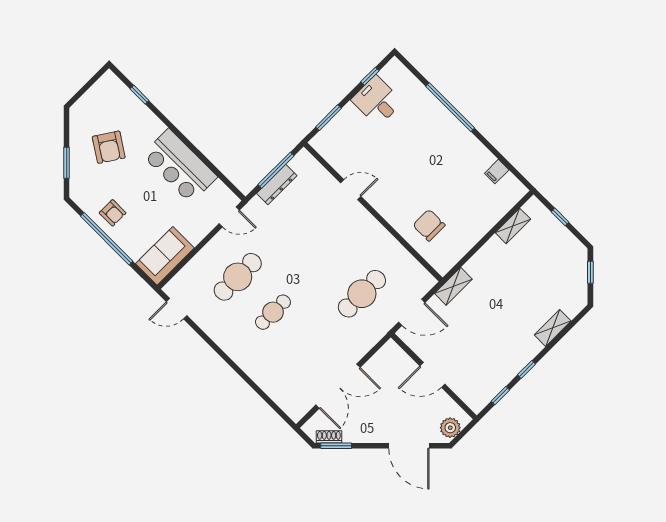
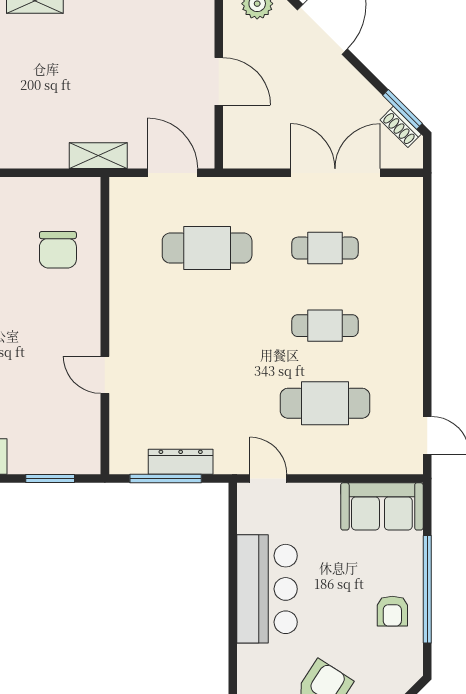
armchair: (113, 213) -> (392, 611), turned 180
cafe table: (308, 347) -> (325, 248), added

